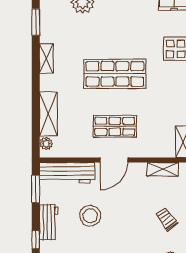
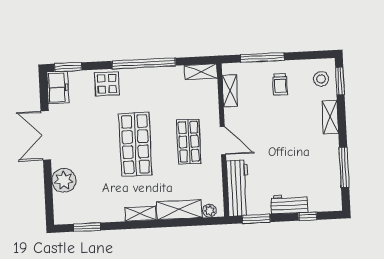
shelving: (46, 59) -> (140, 214), moved
stool: (90, 216) -> (281, 162), removed
trolley: (167, 219) -> (280, 84), turned -53

